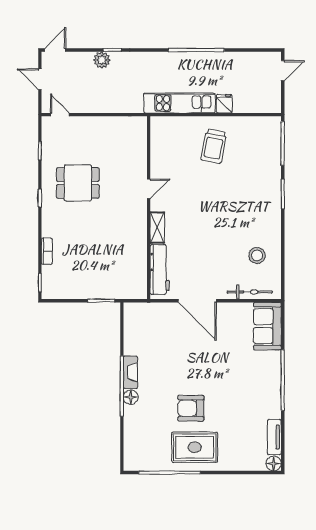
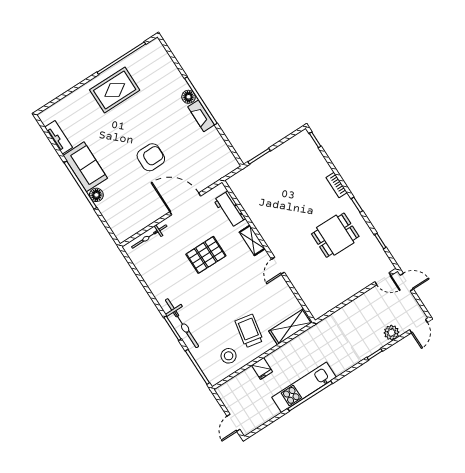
plant: (102, 60) -> (392, 333), moved
door: (40, 79) -> (407, 282), moved
kitchen unit: (179, 103) -> (304, 387), moved, turned 180
shelving: (173, 125) -> (291, 327), added
bicycle: (271, 193) -> (182, 323), added
pallet: (209, 241) -> (206, 255), added
bookcase: (47, 251) -> (337, 185), moved
stool: (257, 255) -> (229, 356), moved
workbench: (160, 269) -> (230, 209), width x0.73
sofa: (267, 326) -> (85, 167), moved
armchair: (191, 408) -> (151, 157), moved
floor lamp: (274, 464) -> (96, 195), moved

